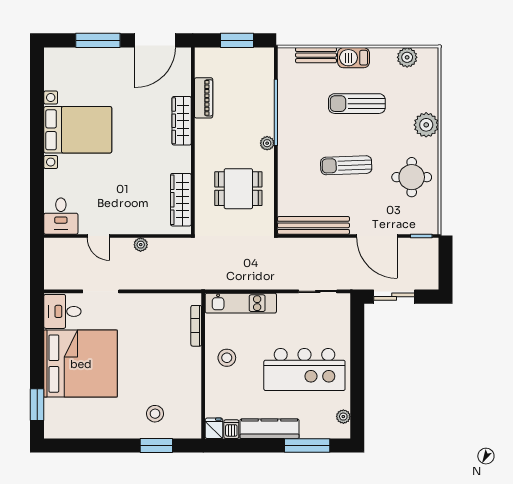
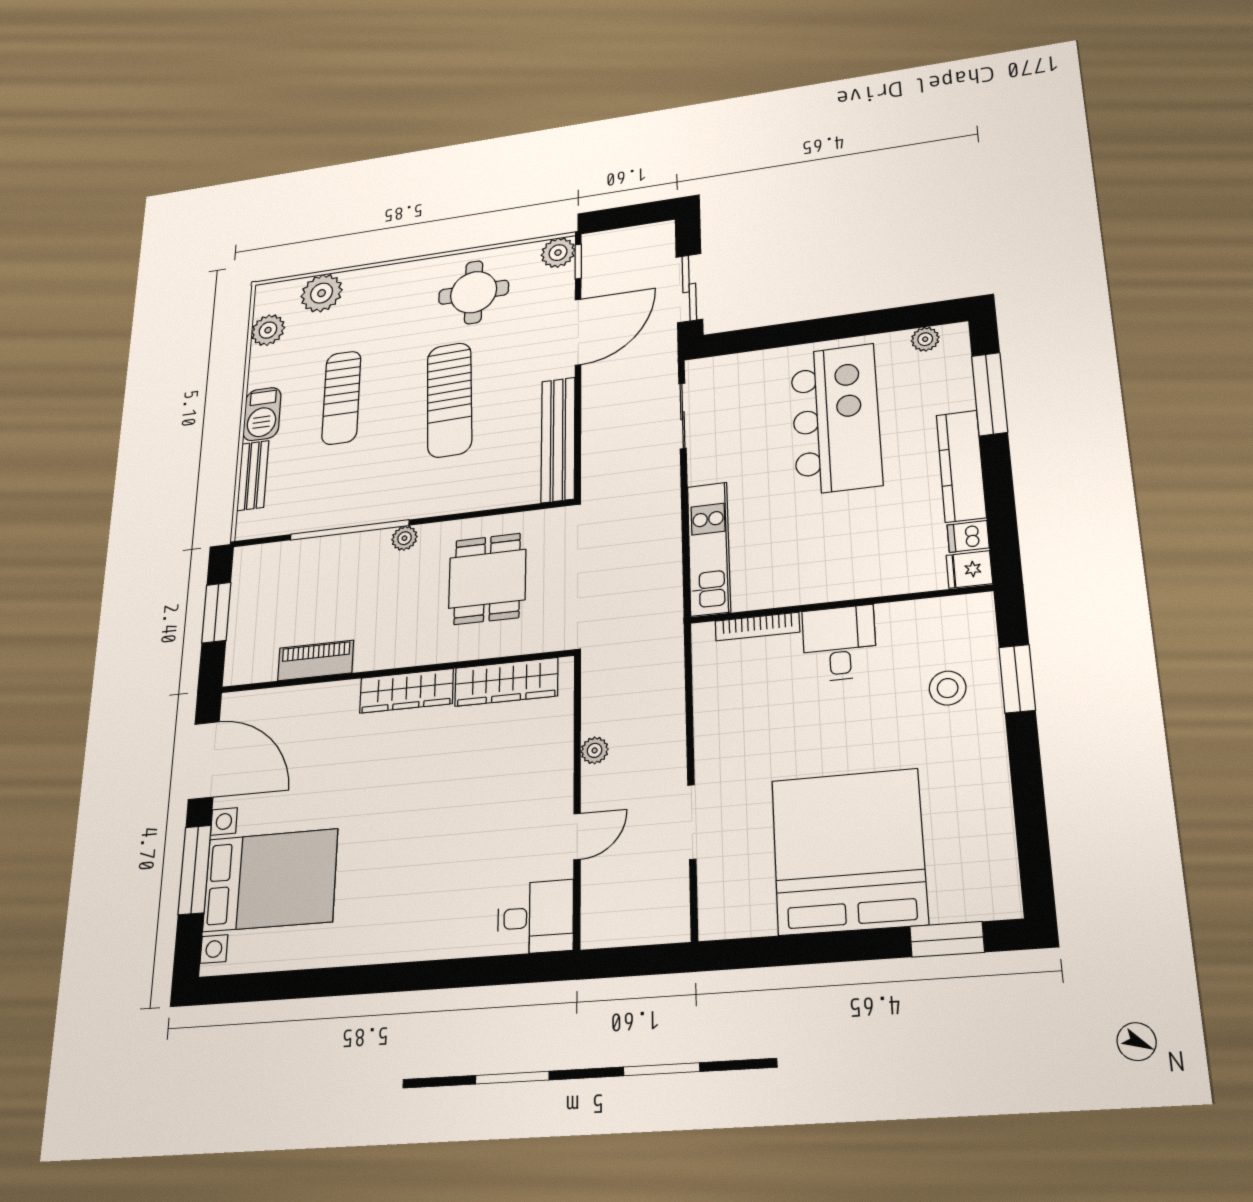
wardrobe: (182, 121) -> (406, 691), moved
plant: (426, 125) -> (322, 293), moved
bed with nightstands: (78, 130) -> (270, 880), moved, turned 90
sun lounger: (346, 165) -> (449, 400), width x1.36, depth x1.34
plant: (429, 225) -> (558, 253), added
desk: (62, 311) -> (839, 643), moved, turned 180
stool: (227, 358) -> (820, 562), removed

